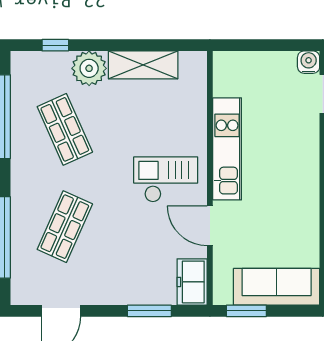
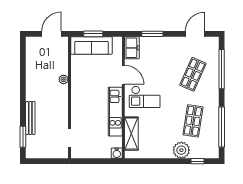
water cooler: (309, 62) -> (117, 153), moved
shelving: (143, 65) -> (131, 134), moved, turned 90
shop shelf: (65, 129) -> (193, 121), turned 33
window: (246, 311) -> (93, 34), moved

